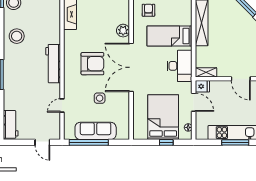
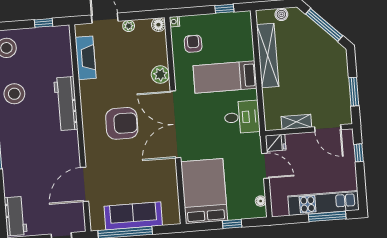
workbench: (53, 64) -> (66, 104), moved
desk: (180, 66) -> (242, 117), width x0.73
shelving: (206, 72) -> (296, 122), moved
side table: (100, 98) -> (135, 170), removed
door: (62, 105) -> (84, 184), width x1.87
bed: (163, 117) -> (204, 191), moved

